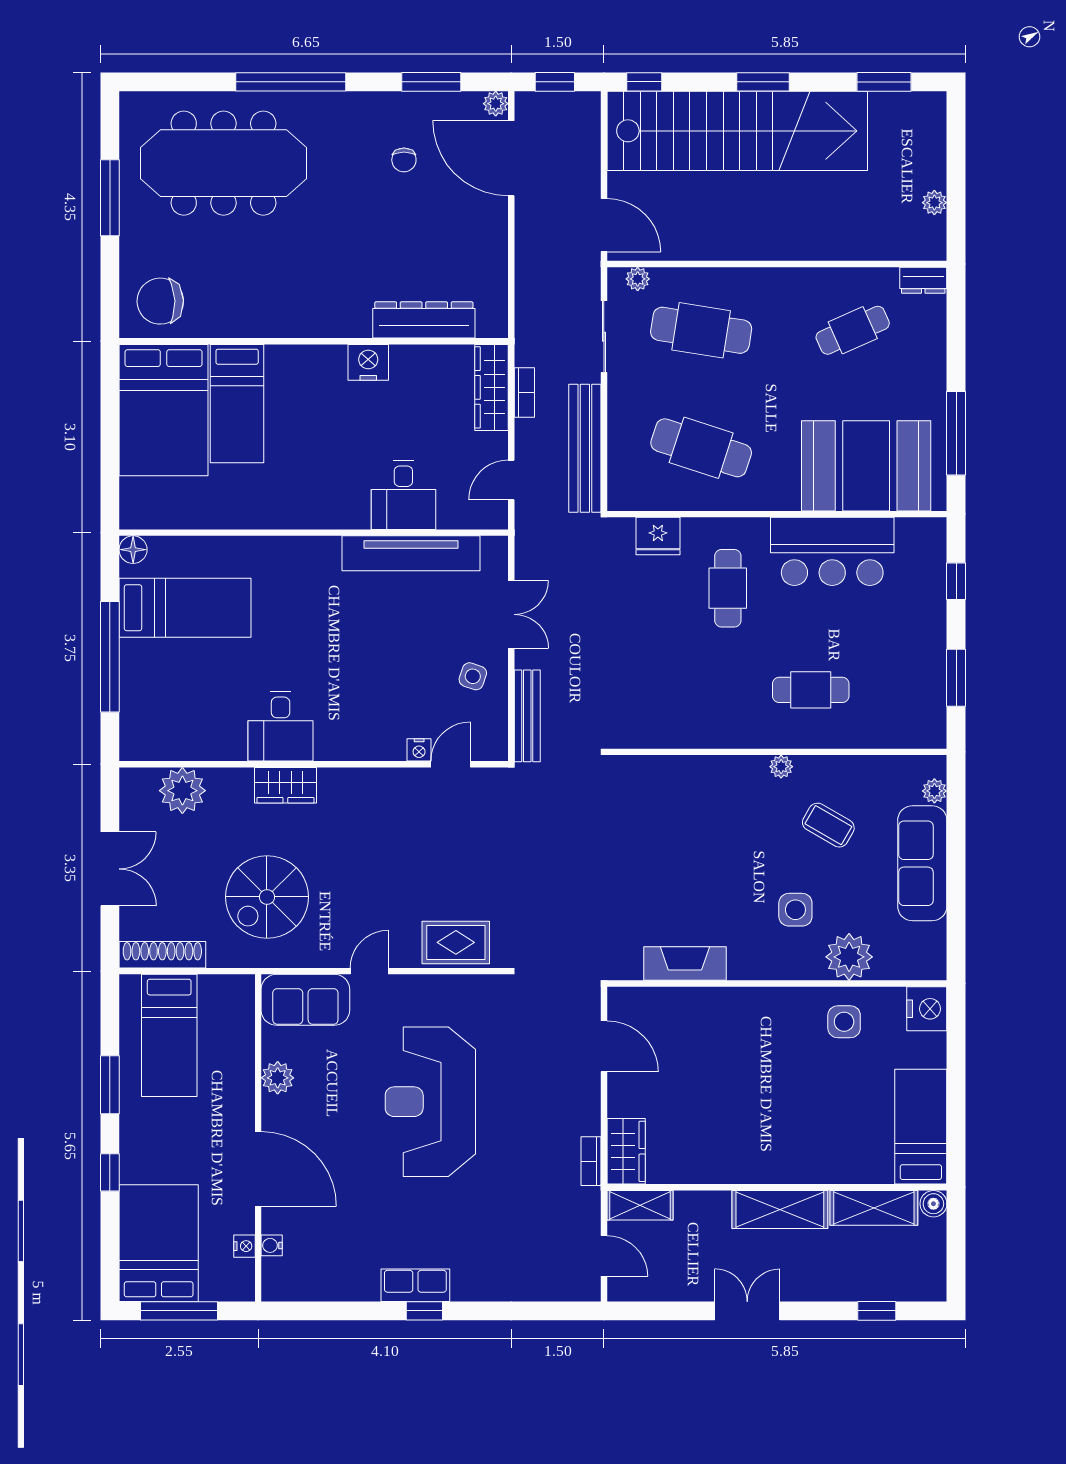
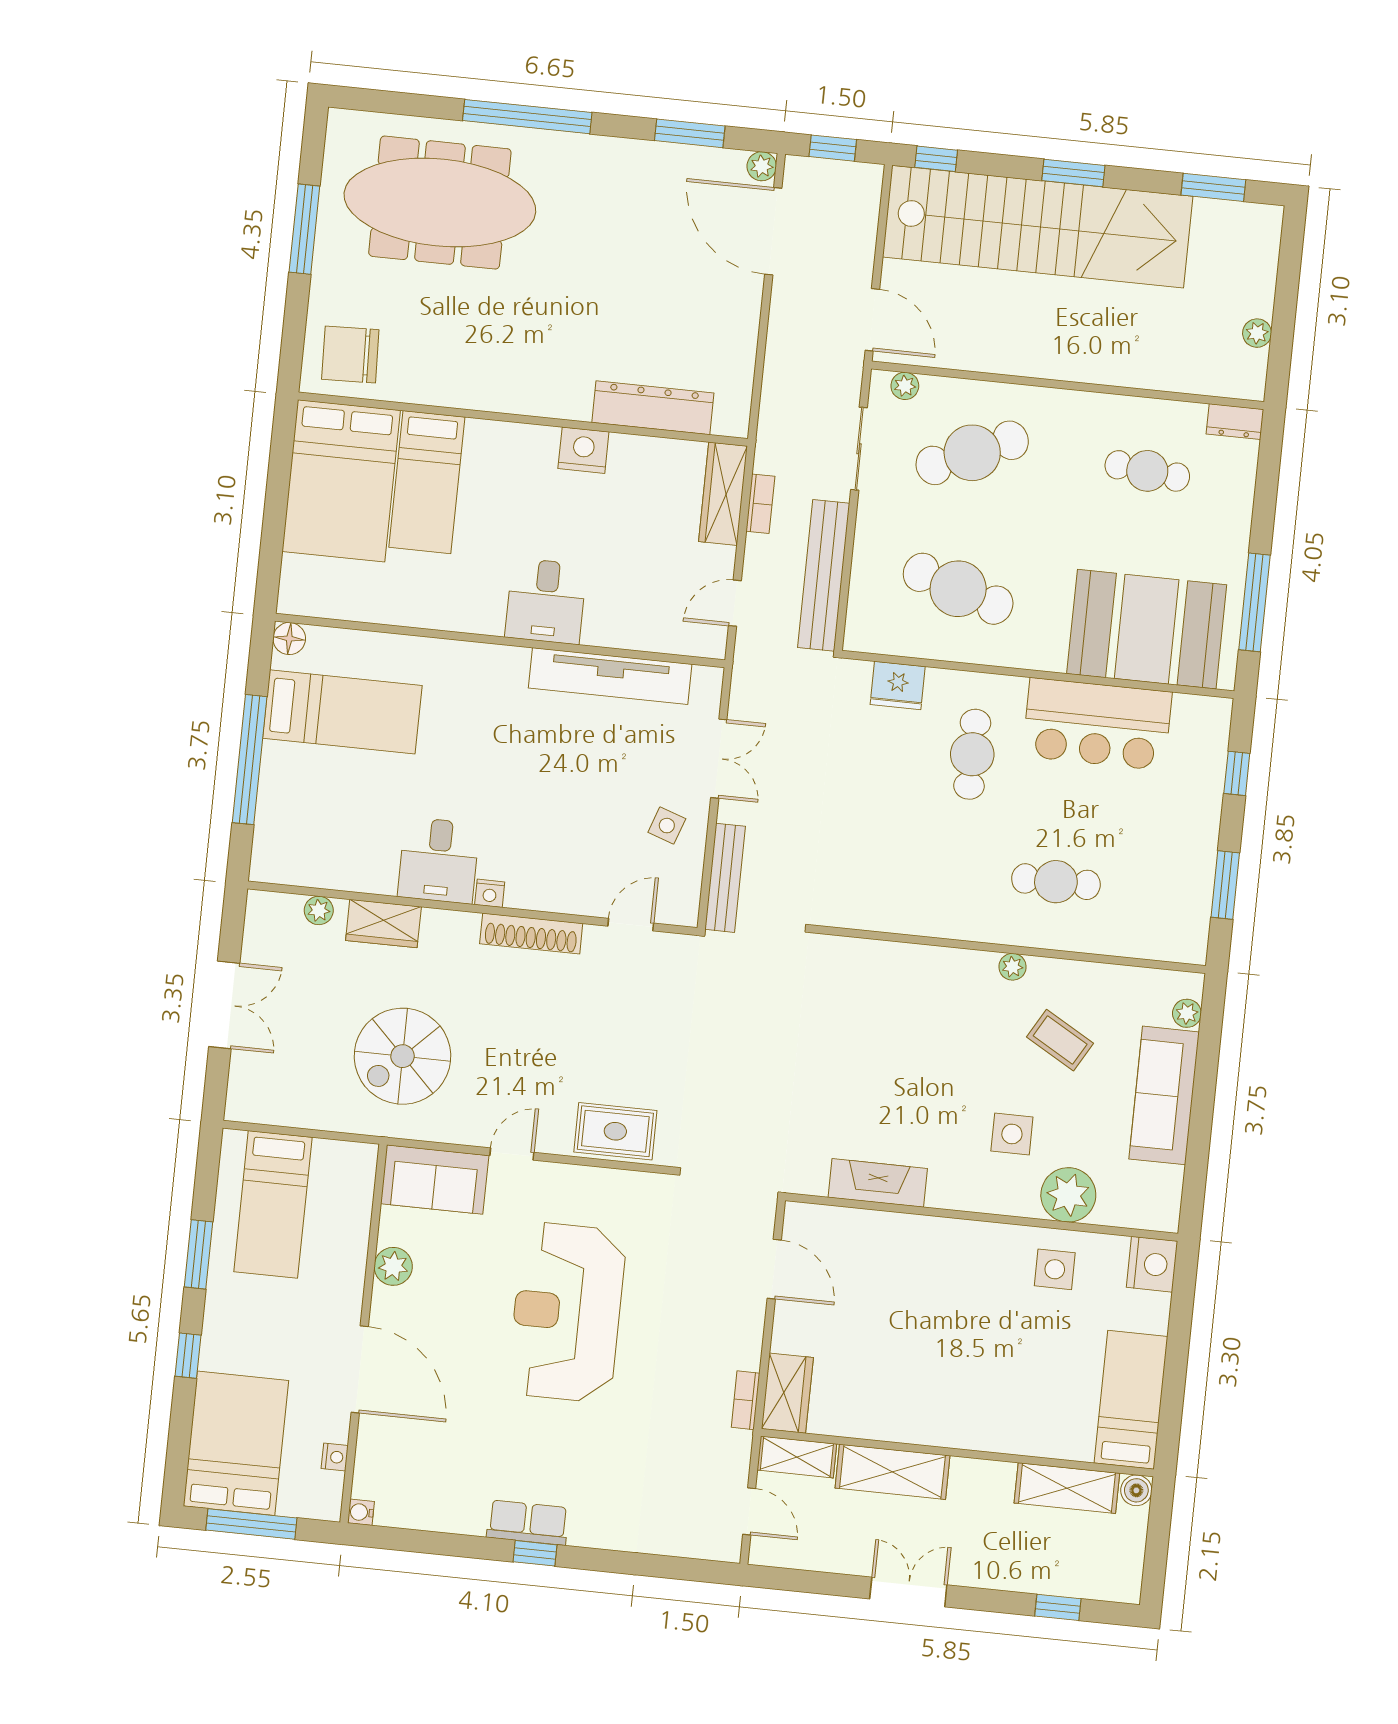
chair: (404, 160) -> (649, 220), removed
cafe table: (701, 330) -> (972, 453), turned -33
cafe table: (853, 330) -> (1147, 471), turned 30
desk: (403, 495) -> (546, 601), moved
nightstand: (419, 750) -> (490, 893), moved
wardrobe: (285, 785) -> (383, 924), moved
plant: (182, 791) -> (319, 910), width x0.53, depth x0.53
shoe rack: (162, 955) -> (531, 934), moved, turned 180
shelving: (780, 1209) -> (892, 1472), moved
water cooler: (272, 1245) -> (361, 1512), moved

